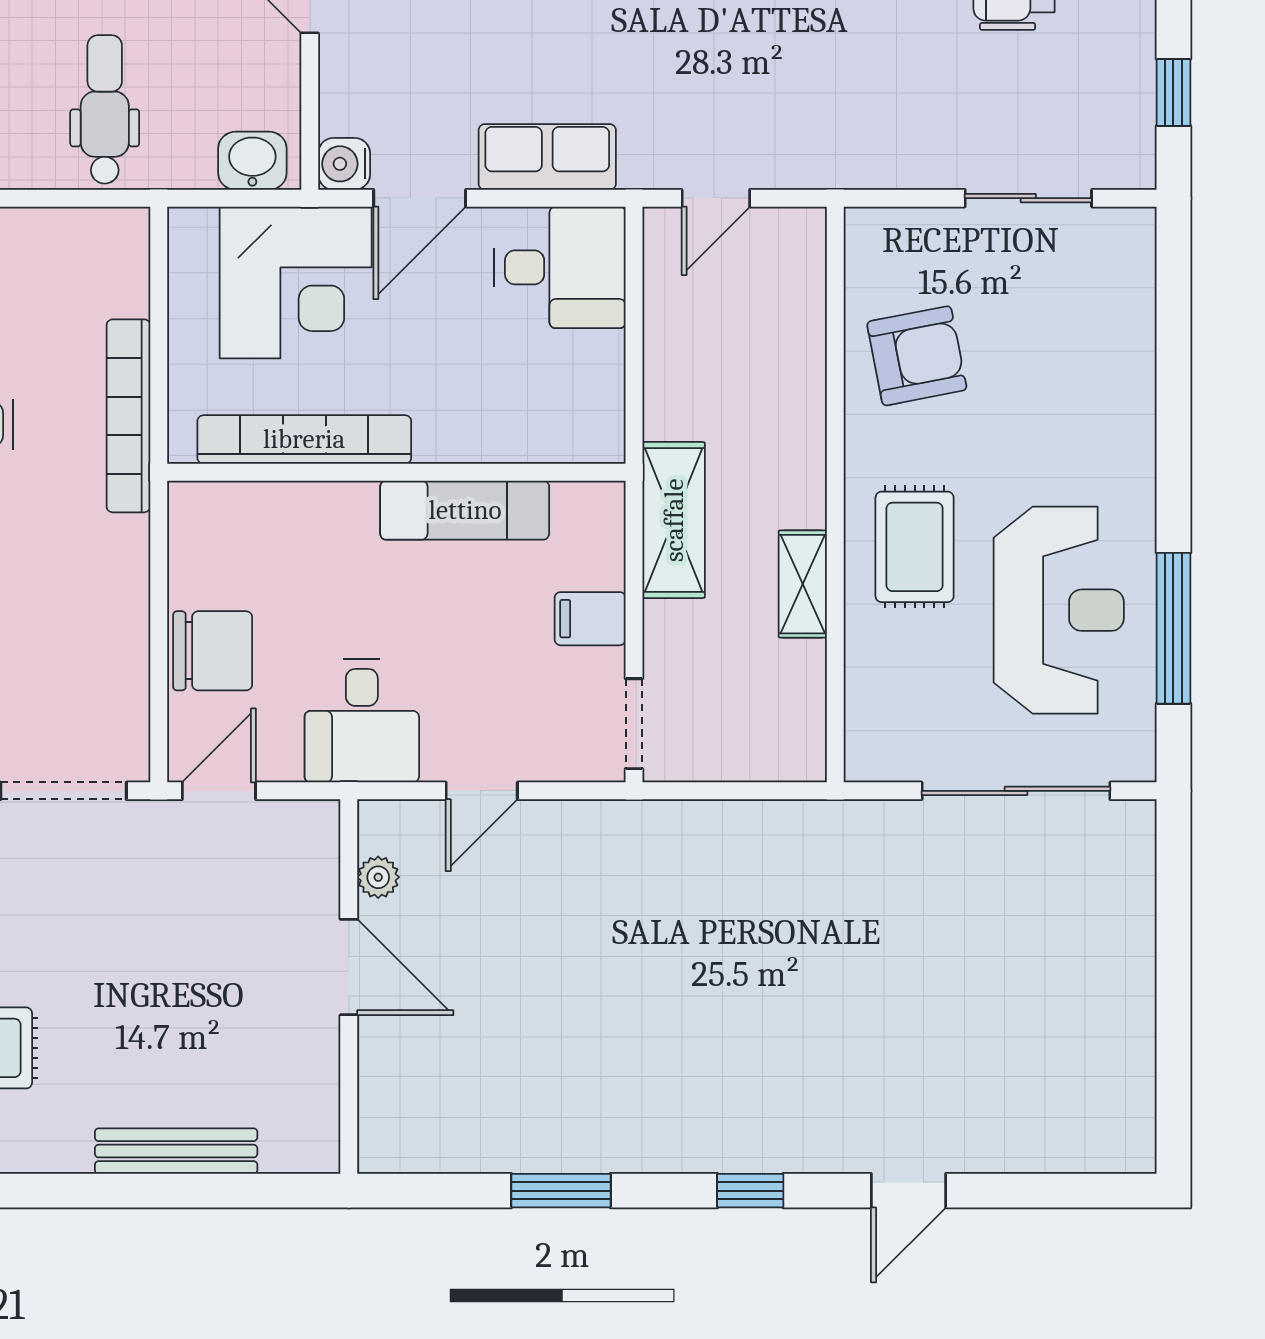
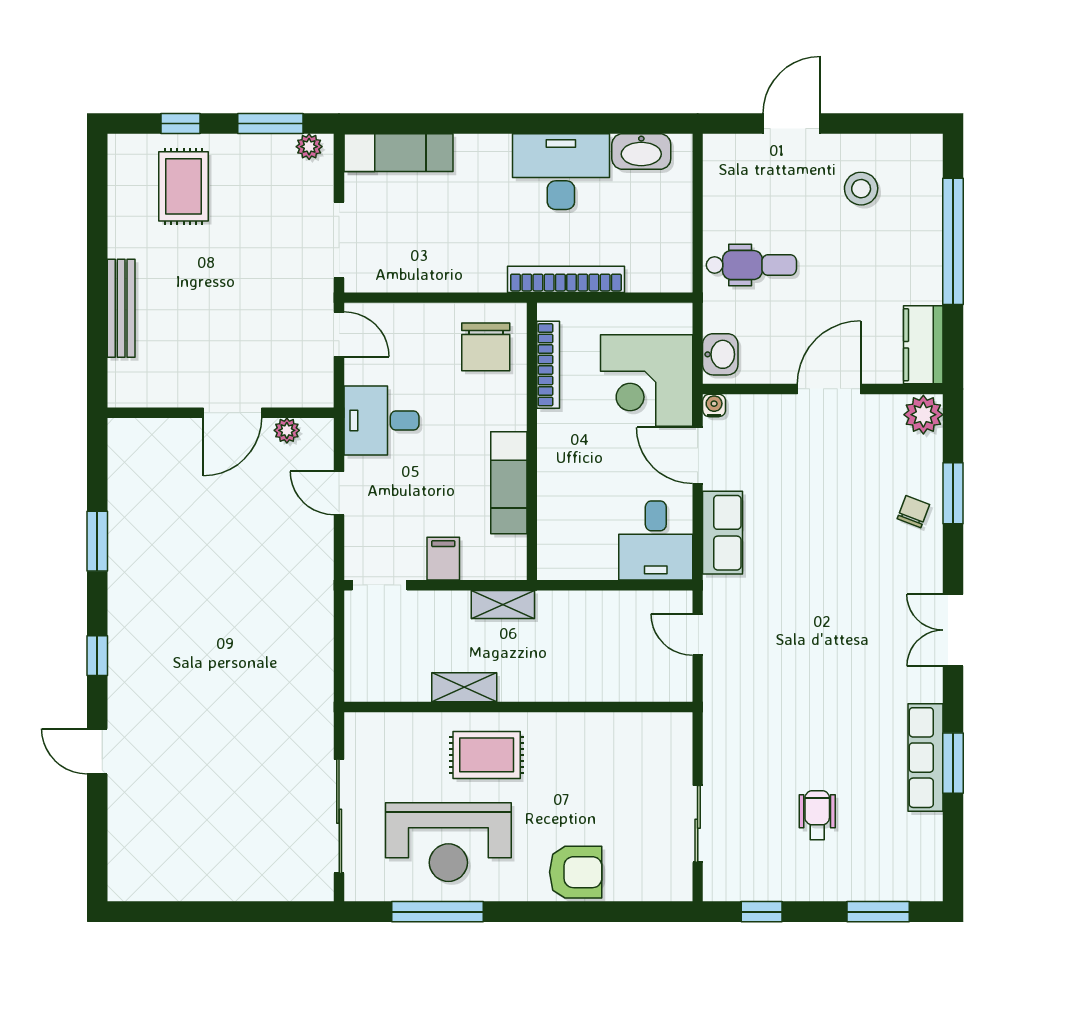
water cooler: (344, 164) -> (714, 405), width x0.72, depth x0.72
armchair: (917, 356) -> (576, 872), moved, turned -79
bookcase: (304, 439) -> (548, 365), width x0.68, depth x0.76
shelving: (674, 520) -> (503, 604), width x0.67, depth x0.75
chair: (213, 651) -> (486, 347), moved

